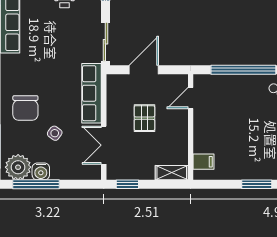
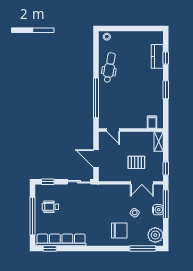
row of seats: (91, 93) -> (110, 190), removed
pallet: (144, 118) -> (136, 162), moved
water cooler: (41, 171) -> (158, 210), moved
window: (36, 184) -> (166, 204), moved

